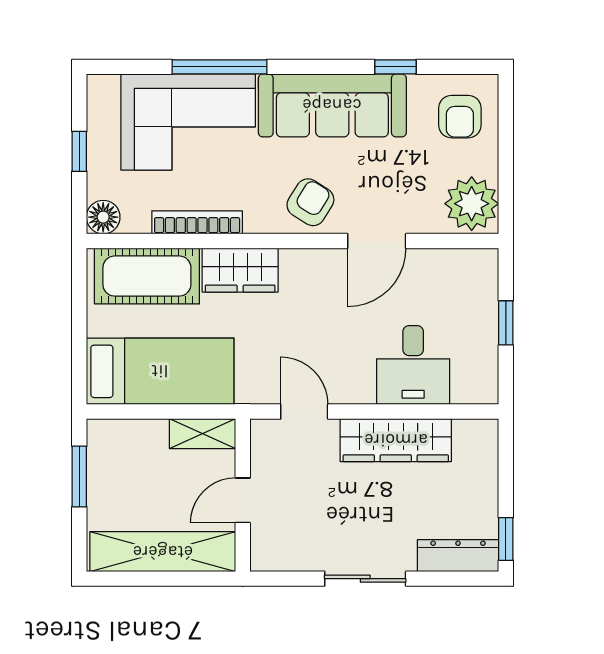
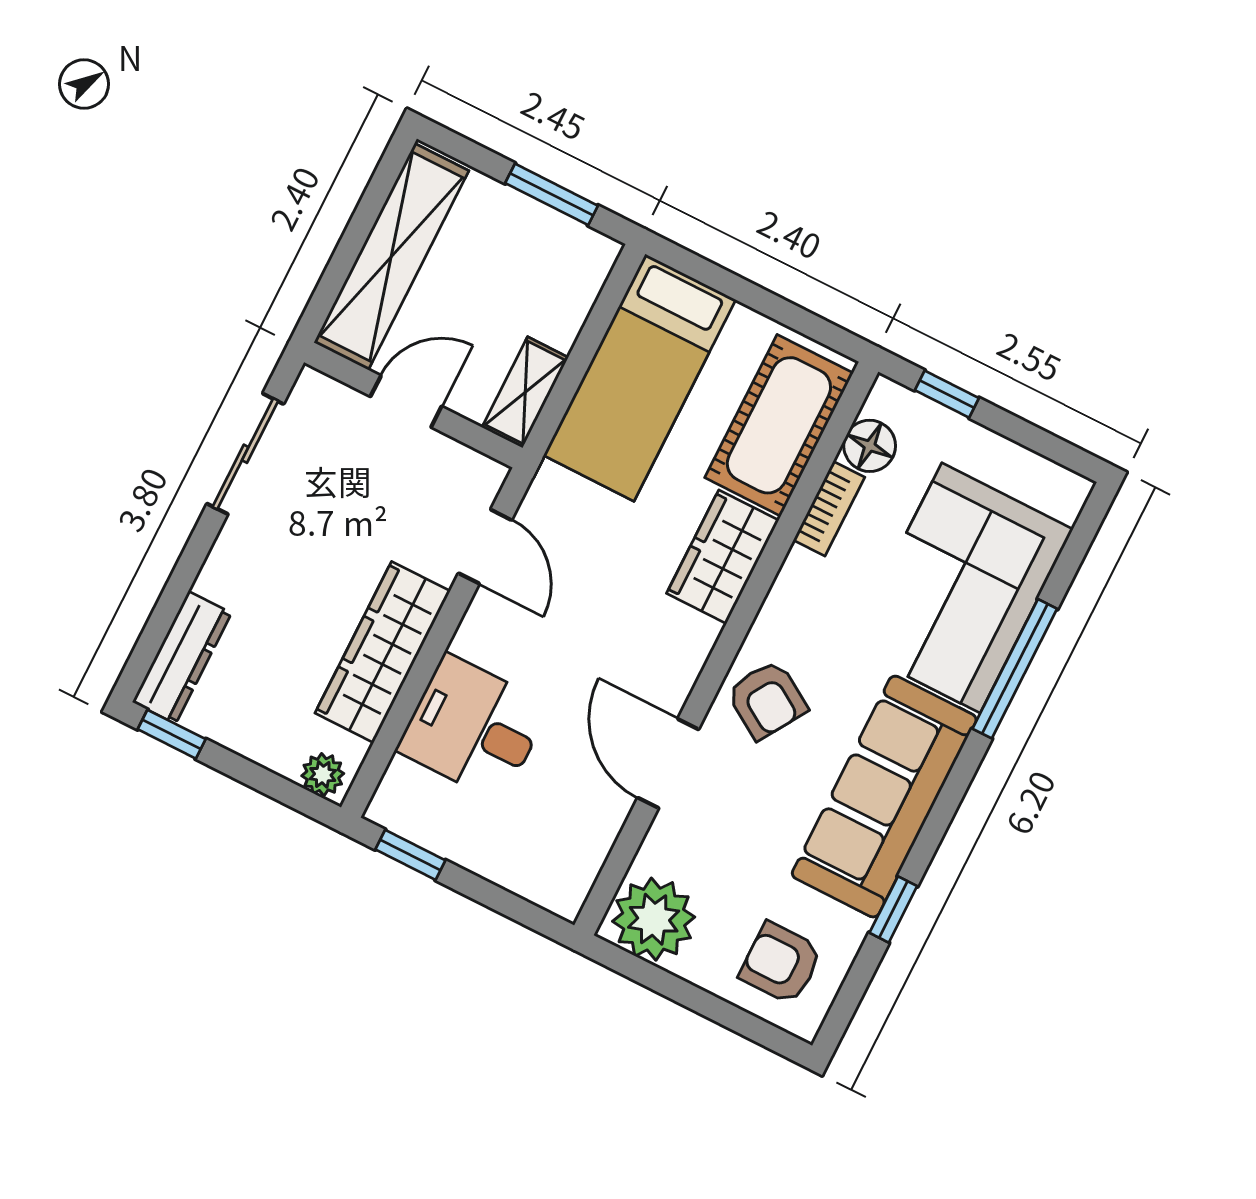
window: (79, 151) -> (947, 394), moved
floor lamp: (103, 217) -> (870, 446), moved
bookcase: (197, 222) -> (829, 509), width x0.64
window: (506, 323) -> (410, 855), moved
door: (304, 412) -> (485, 547), hinge flipped
plant: (485, 439) -> (323, 775), added
door: (243, 500) -> (406, 401), hinge flipped
sliding door: (365, 579) -> (245, 454), moved

